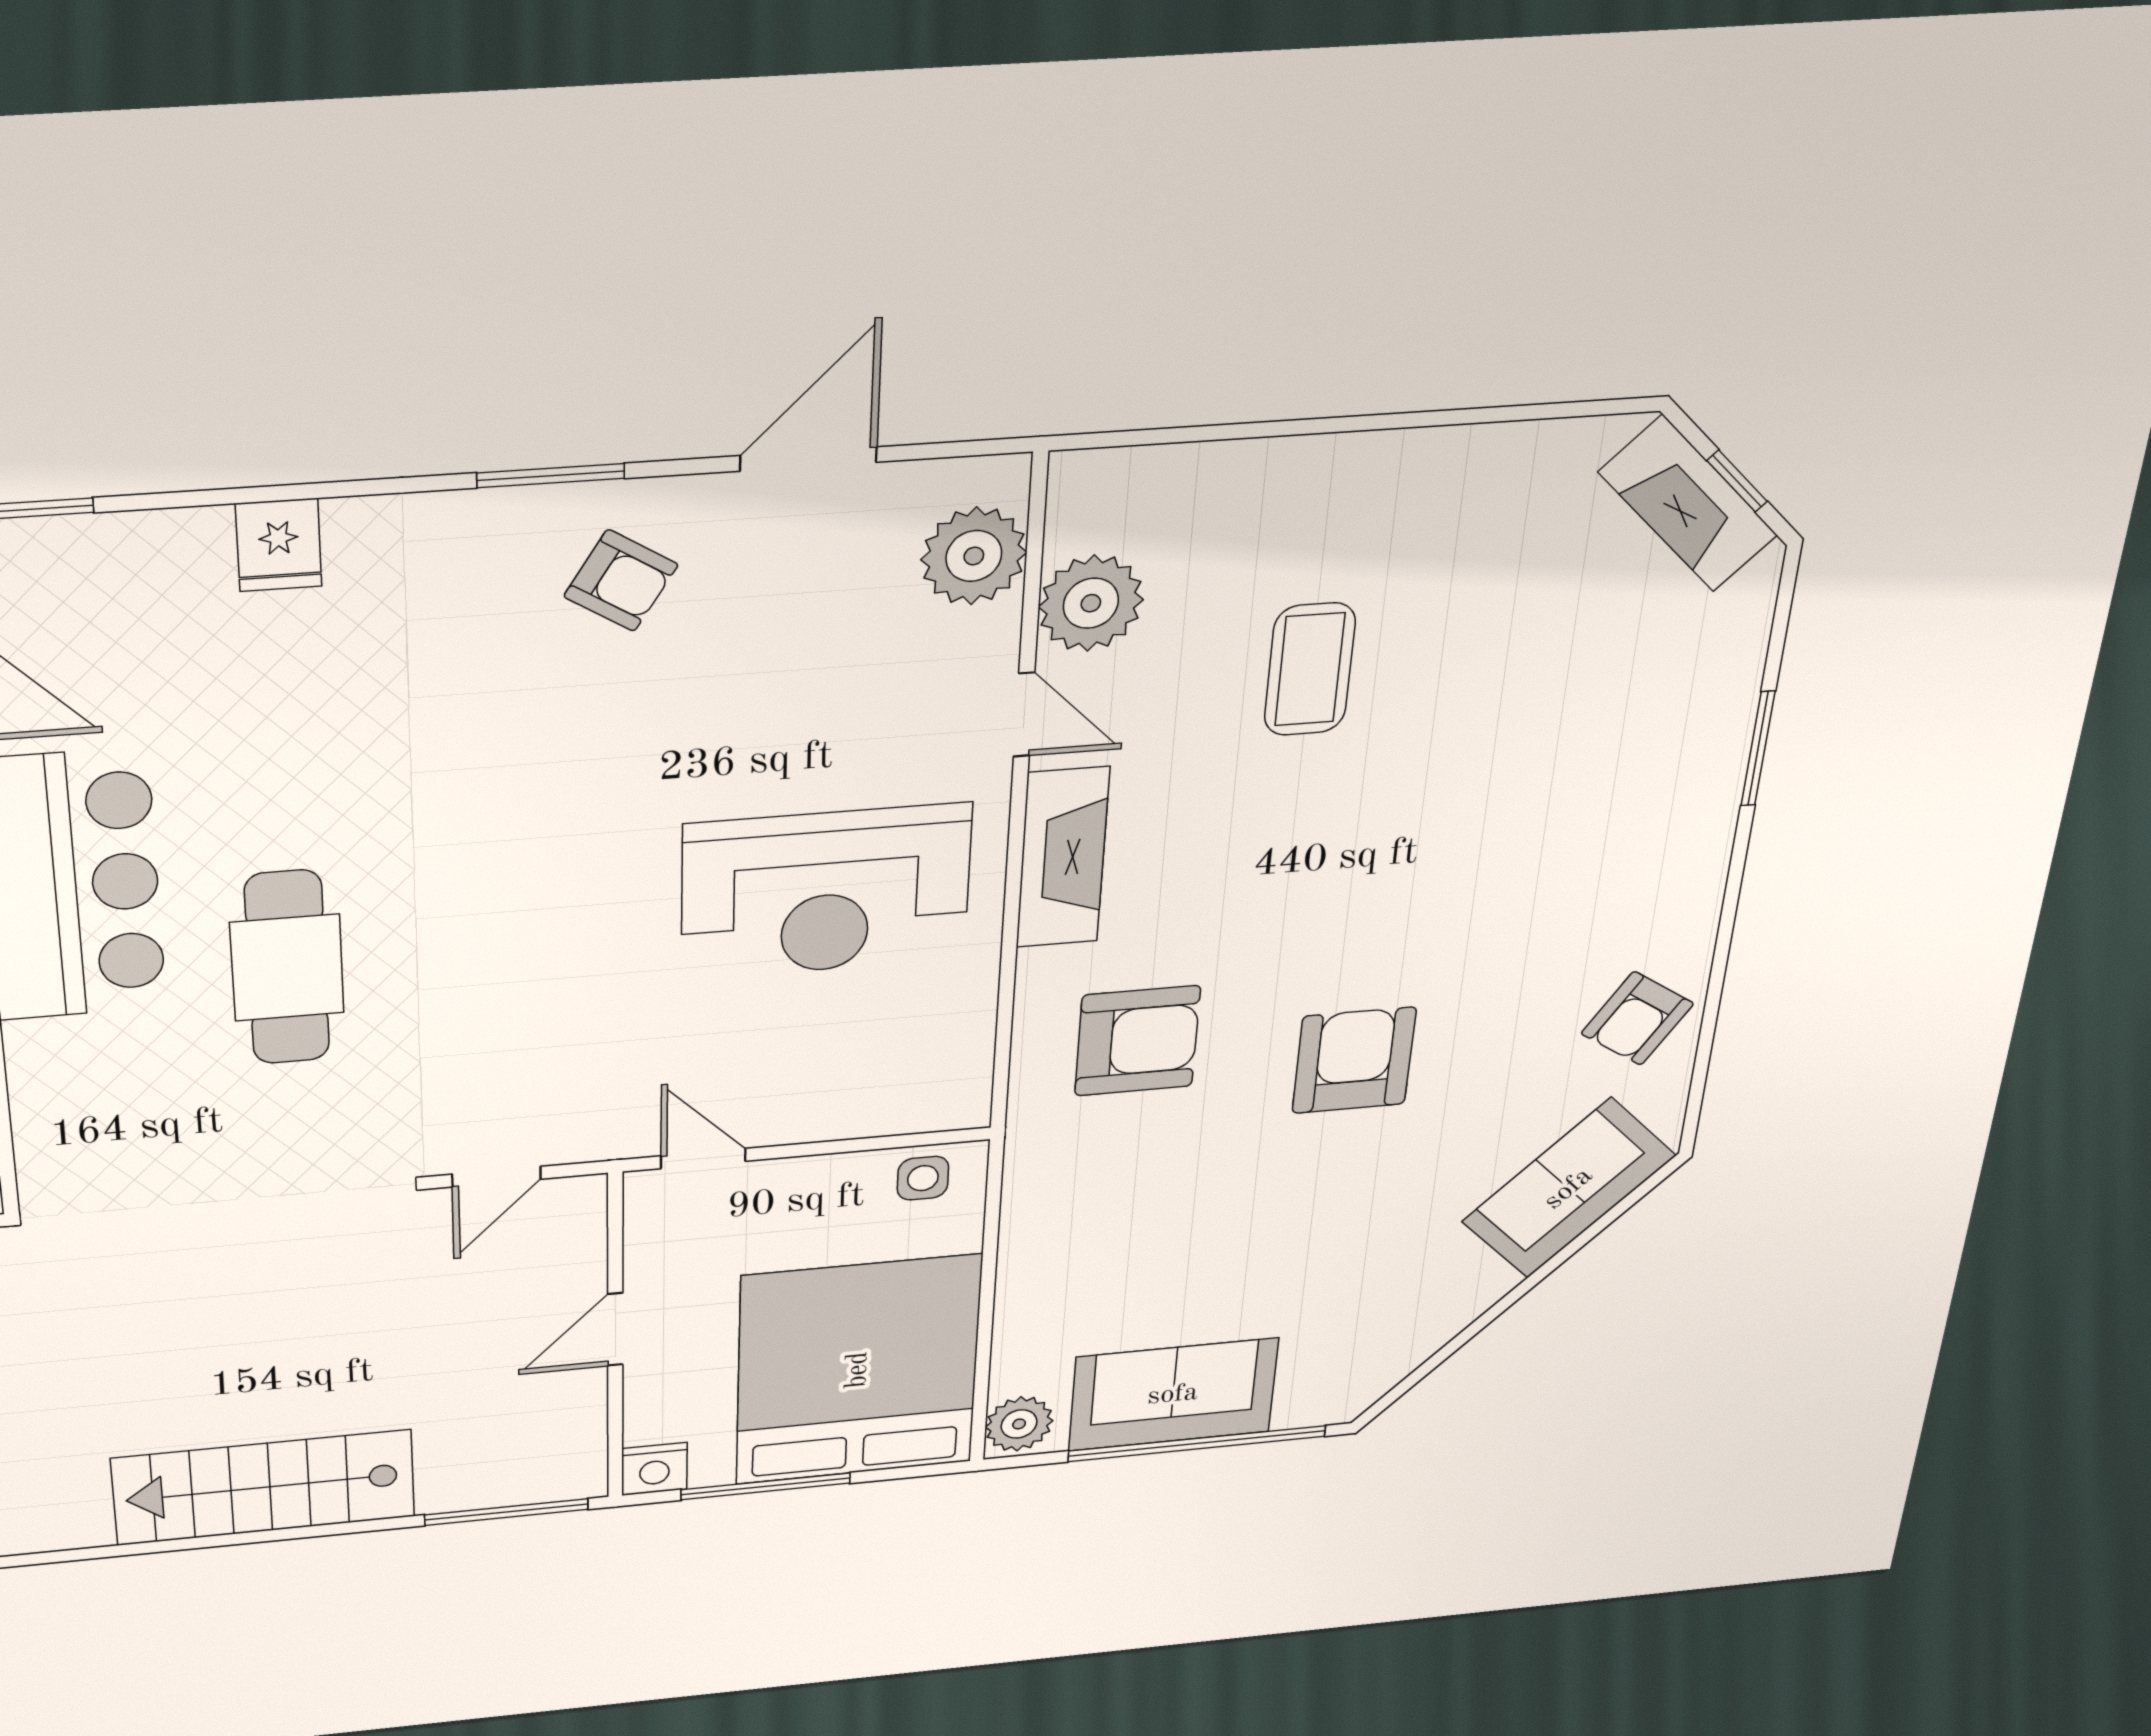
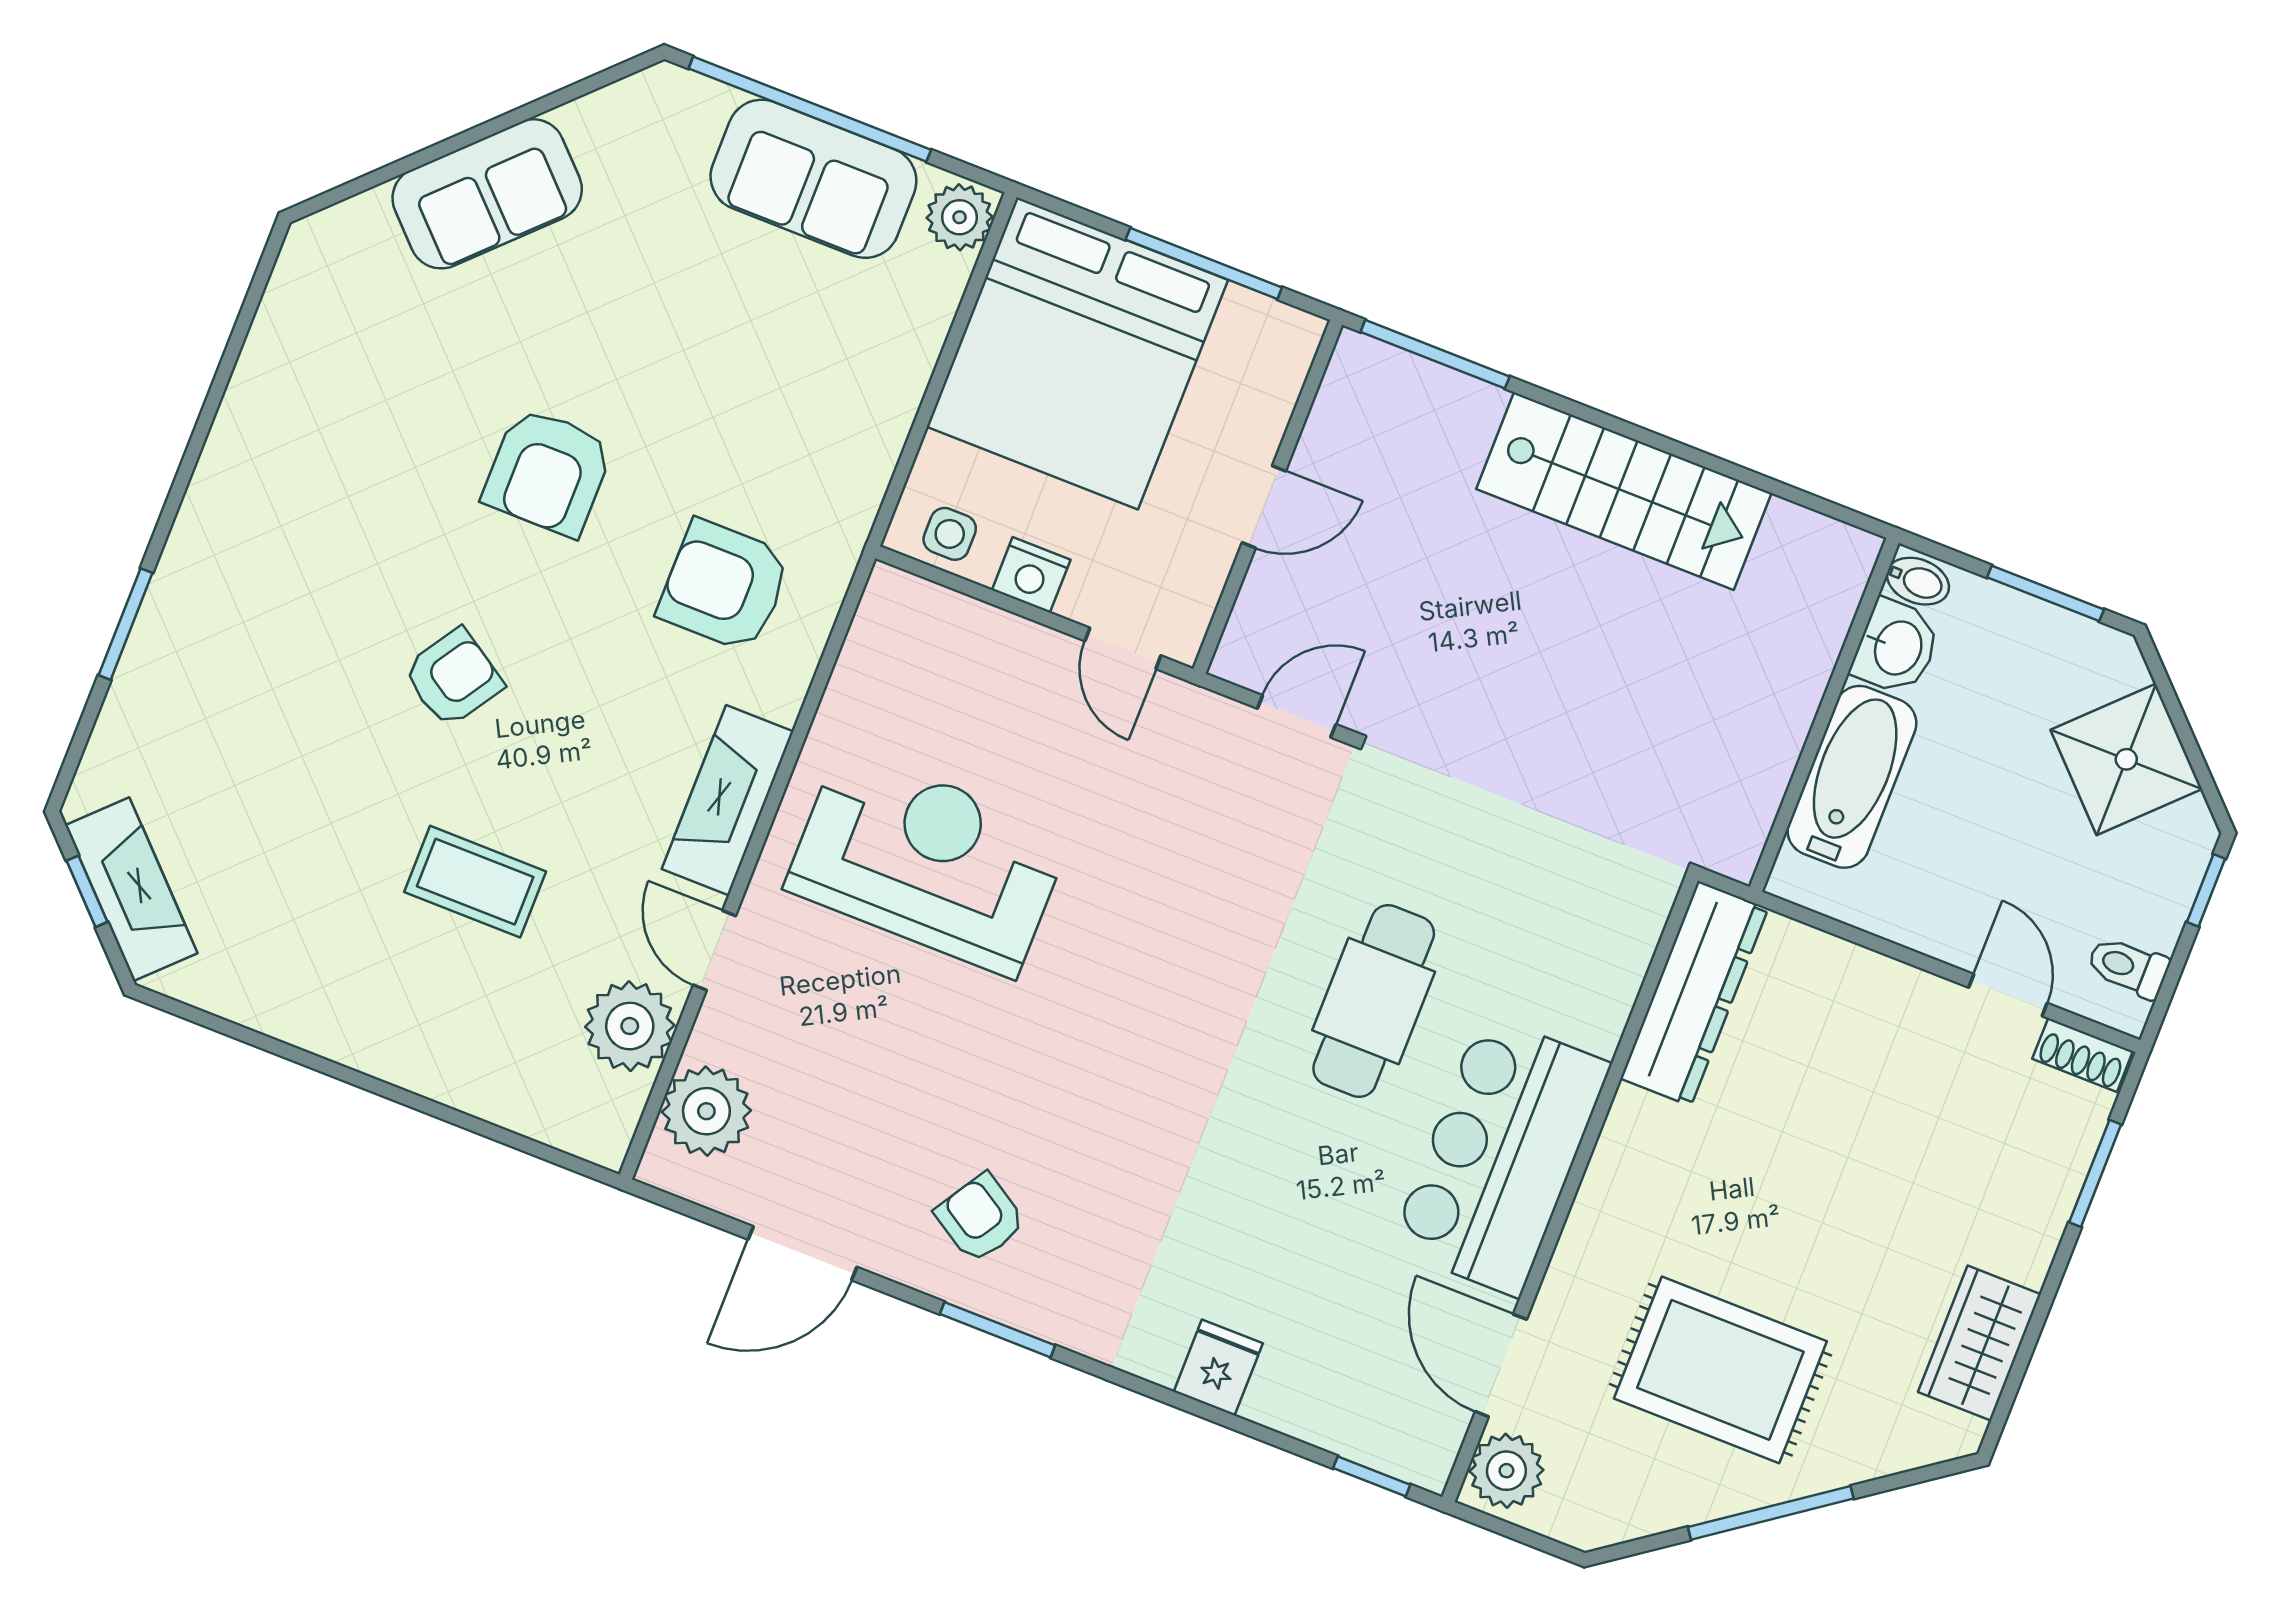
coffee table: (1310, 669) -> (475, 882), turned 90
armchair: (1637, 1018) -> (453, 678), moved
sofa: (1569, 1189) -> (487, 194), moved
nightstand: (654, 1469) -> (1031, 575), moved, turned 180

